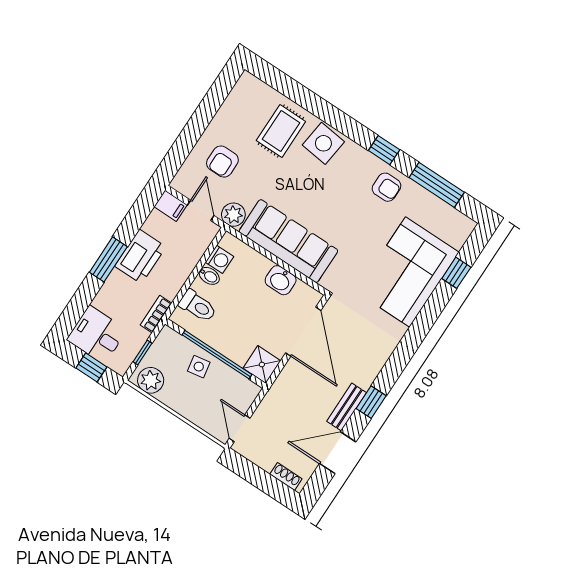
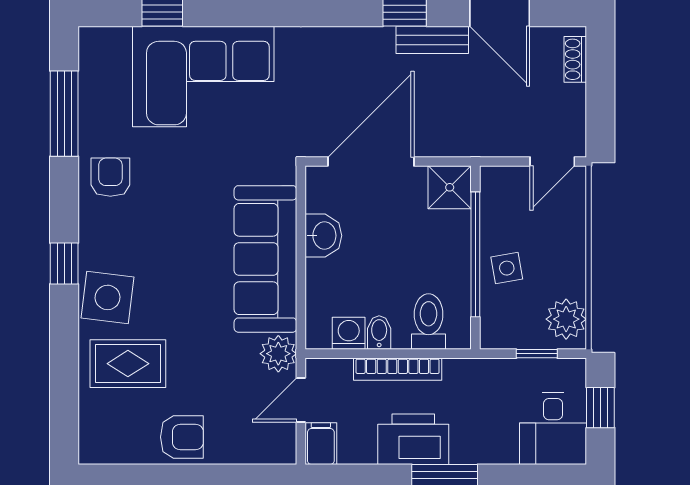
window: (384, 150) -> (64, 264), moved
armchair: (222, 162) -> (182, 437), moved
bookcase: (156, 314) -> (398, 369), moved, width x1.56

